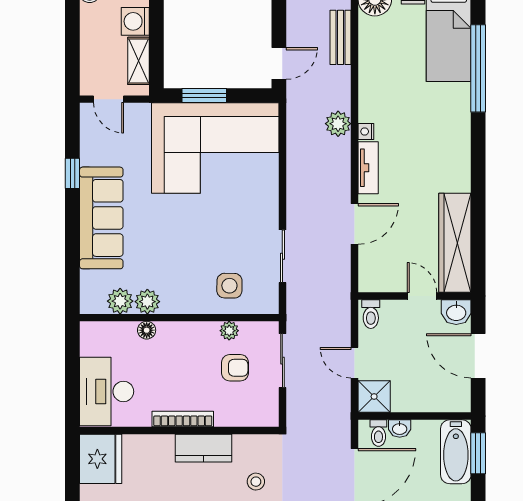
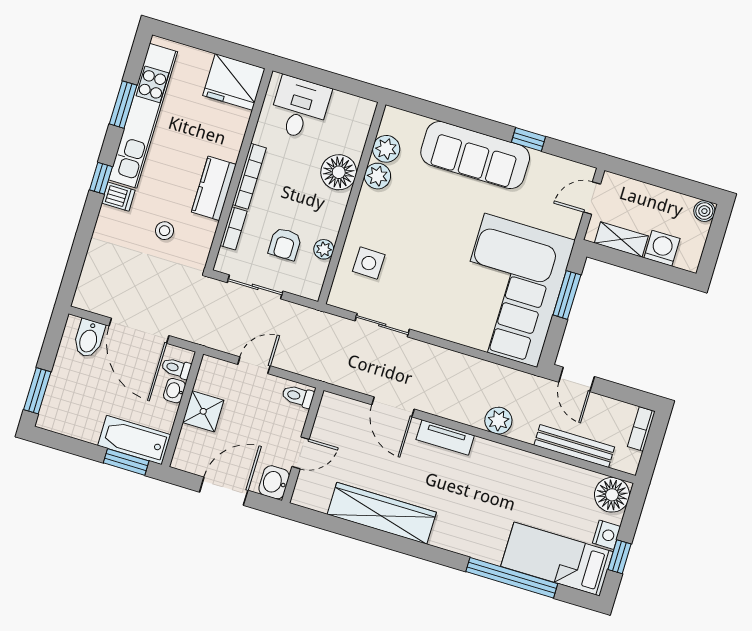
bench: (340, 37) -> (574, 446), width x1.36
nightstand: (366, 131) -> (482, 446), removed
wardrobe: (455, 243) -> (382, 513), moved
floor lamp: (147, 330) -> (339, 172), width x1.89, depth x1.89
sliding door: (282, 361) -> (255, 287), moved
desk: (107, 391) -> (300, 108), width x0.73
shower: (374, 397) -> (203, 411), moved
bookcase: (235, 419) -> (233, 228), added

